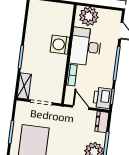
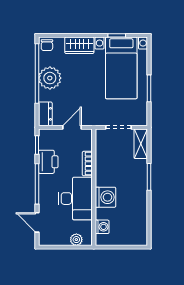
plant: (89, 16) -> (76, 240), width x0.53, depth x0.53
washing machine: (66, 20) -> (102, 227), added
printer: (102, 98) -> (48, 162), moved
door: (81, 107) -> (72, 127), swing flipped

